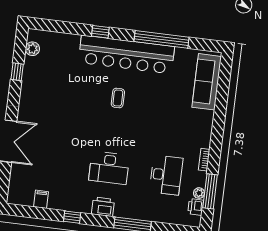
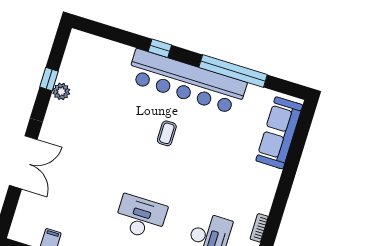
plant: (32, 49) -> (61, 91), moved
desk: (109, 168) -> (141, 217), turned 180

